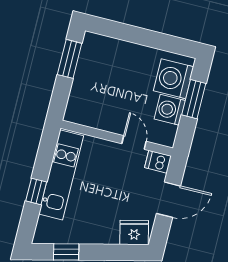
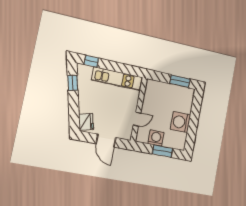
washing machine: (174, 79) -> (180, 122), moved, turned -90
dishwasher: (158, 162) -> (127, 133), removed
window: (36, 191) -> (91, 61), moved

